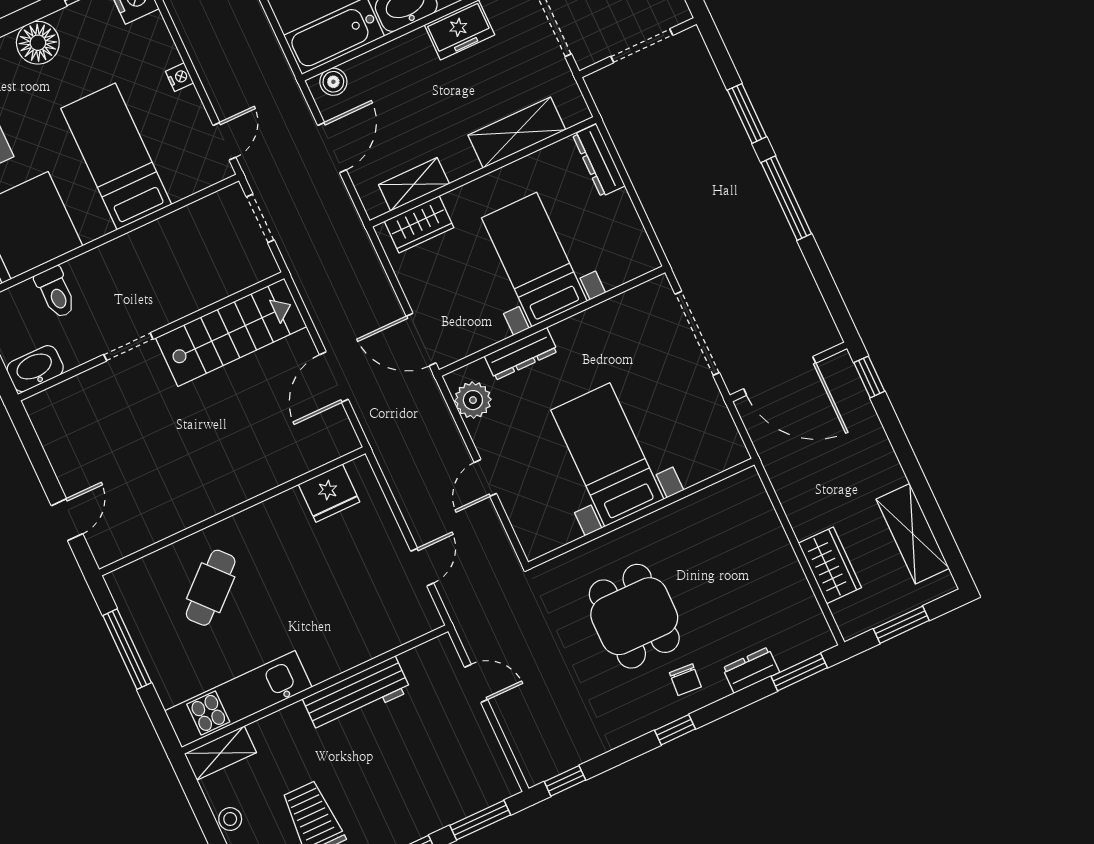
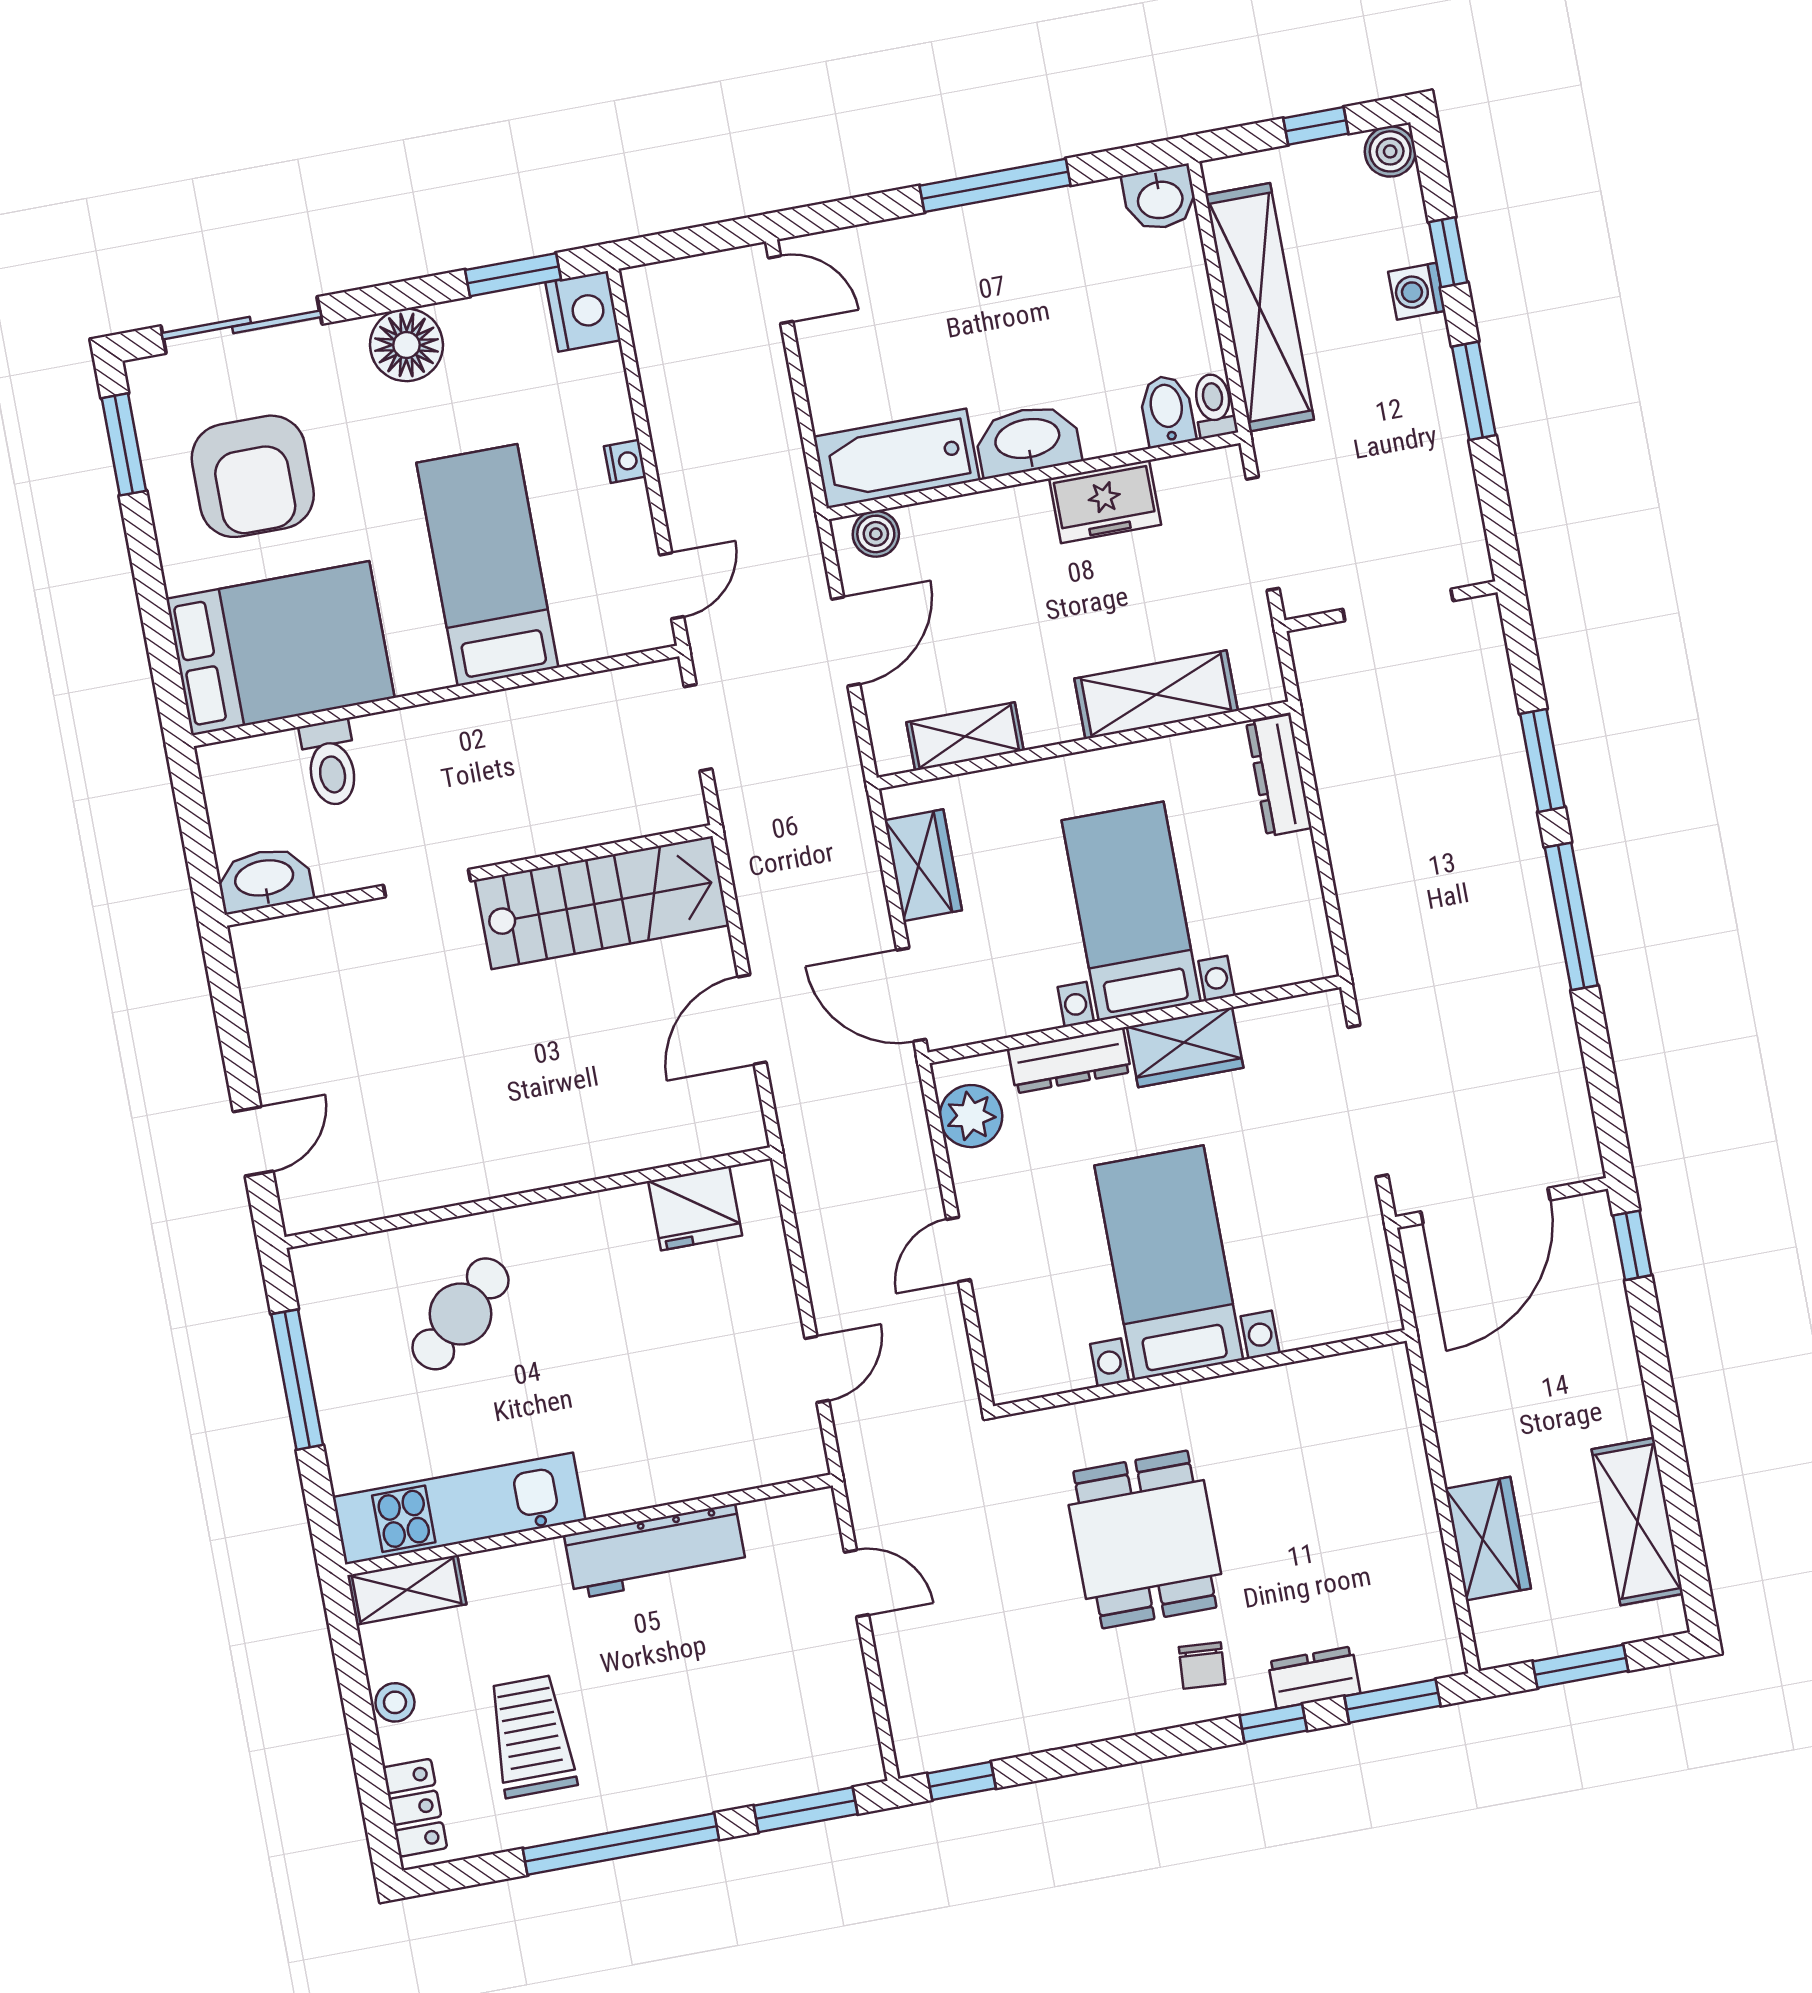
wardrobe: (419, 224) -> (923, 865), moved, turned -90
wardrobe: (585, 329) -> (1185, 1047), added
door: (780, 376) -> (1486, 1206), hinge flipped
window: (675, 730) -> (1273, 1723), moved

